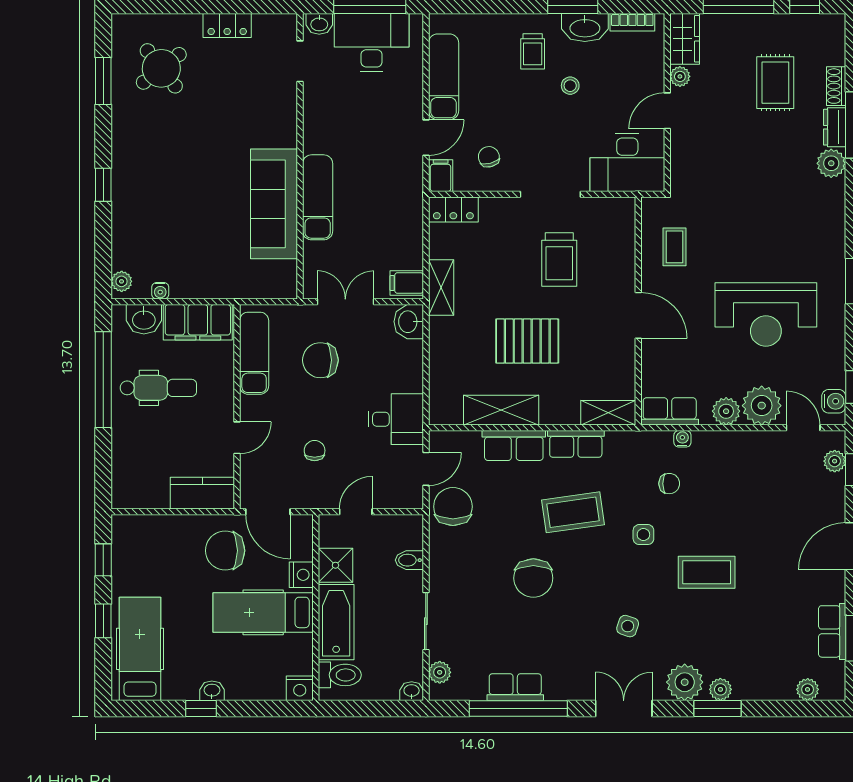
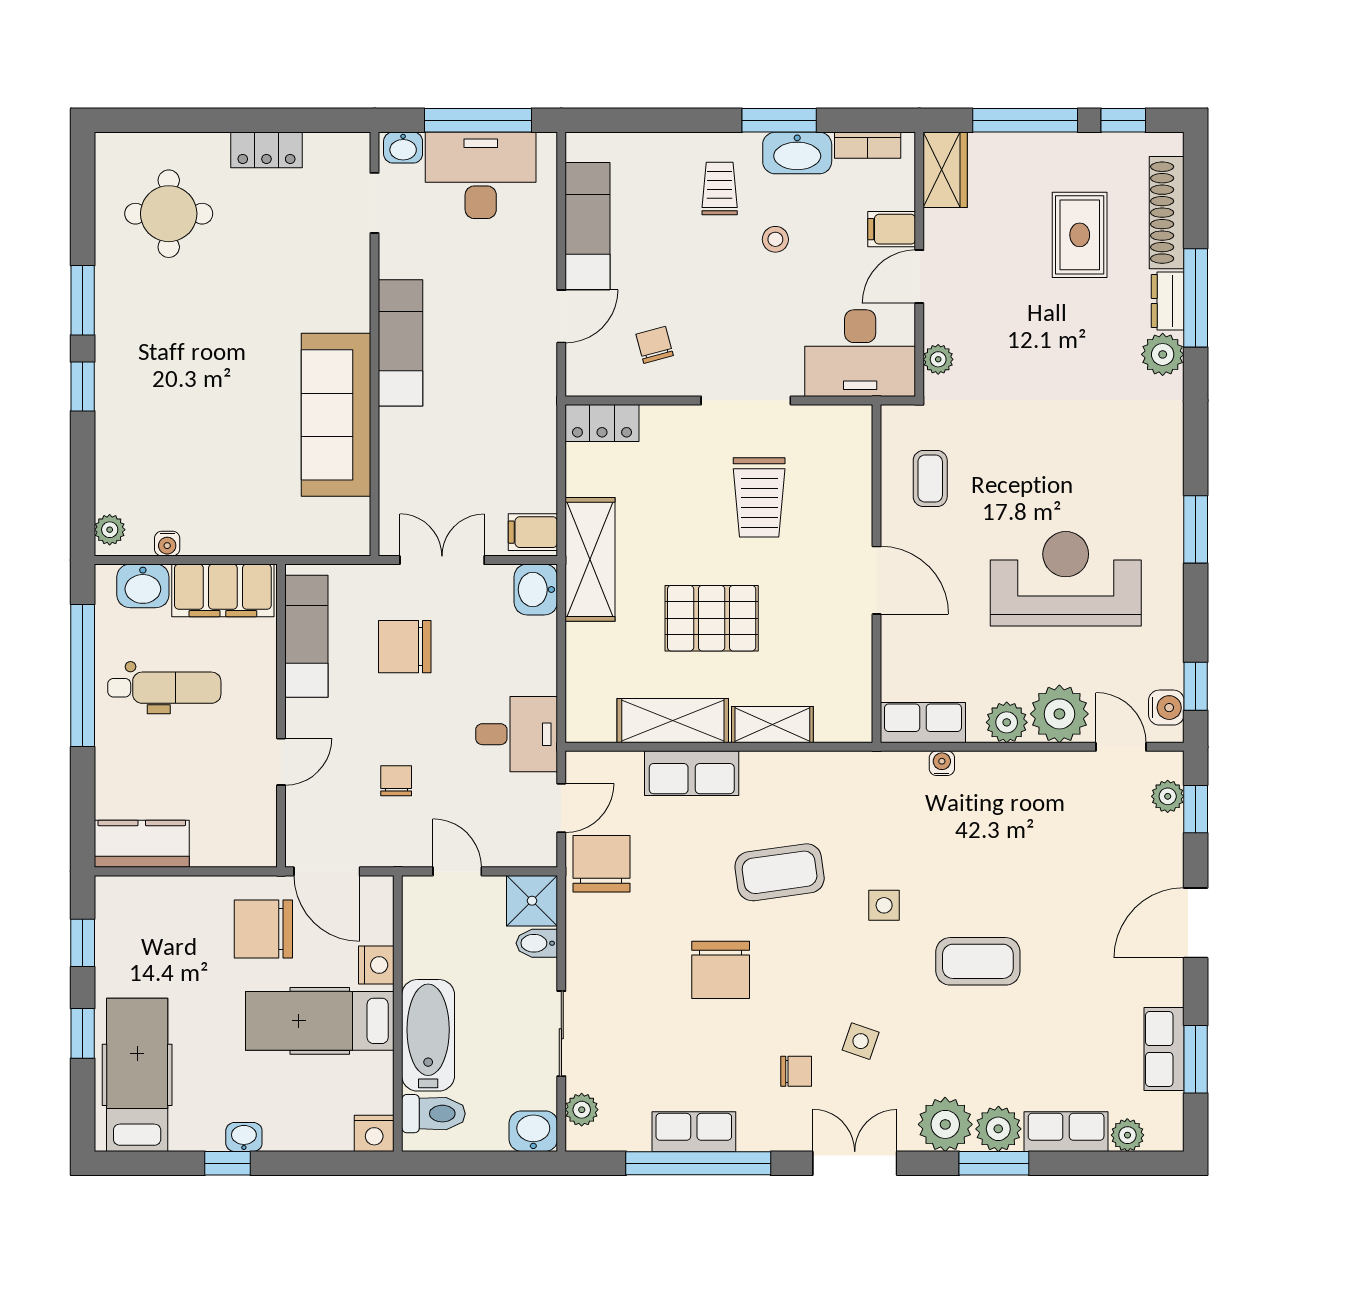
trolley: (533, 51) -> (720, 189), turned 180
round table: (161, 68) -> (169, 214), turned 38
plant: (680, 76) -> (938, 359), moved
window: (103, 81) -> (83, 300), moved
shoe rack: (836, 86) -> (1167, 213), width x1.94, depth x1.24
filing cabinet: (441, 176) -> (892, 229), moved, turned -90
exam couch: (318, 197) -> (401, 343), moved
shelving: (441, 287) -> (590, 559), width x1.50, depth x1.33
reception desk: (766, 314) -> (1066, 579), turned 180
shelving: (608, 413) -> (772, 725), moved
row of seats: (576, 444) -> (1066, 1132), moved, turned 180
chair: (669, 484) -> (796, 1071), moved
kitchen counter: (202, 493) -> (142, 844), moved
door: (356, 512) -> (457, 871), hinge flipped
shower: (335, 565) -> (532, 901), moved
plant: (720, 689) -> (998, 1129), width x1.38, depth x1.38
washbasin: (412, 691) -> (533, 1131), width x1.38, depth x1.45

